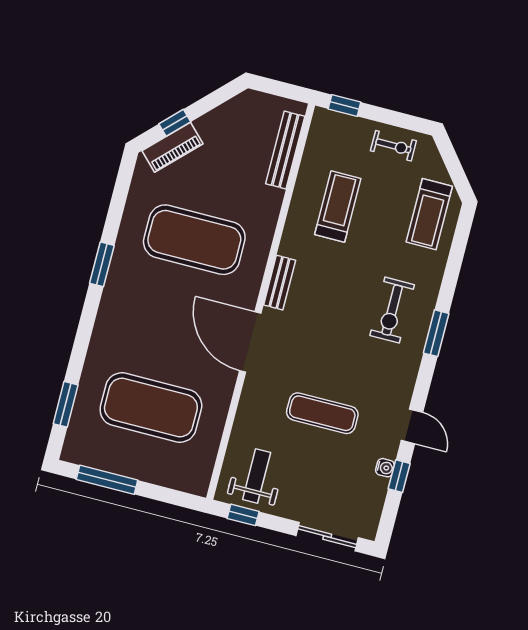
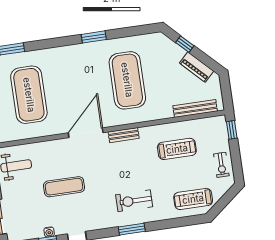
piano: (173, 147) -> (197, 67), moved
exercise mat: (322, 413) -> (64, 187), turned 90

